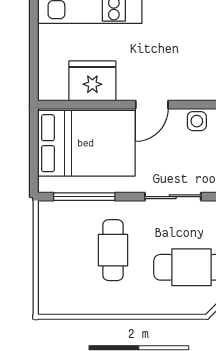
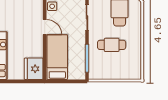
fridge: (92, 81) -> (34, 69), moved
bed: (86, 143) -> (57, 57), width x0.67

